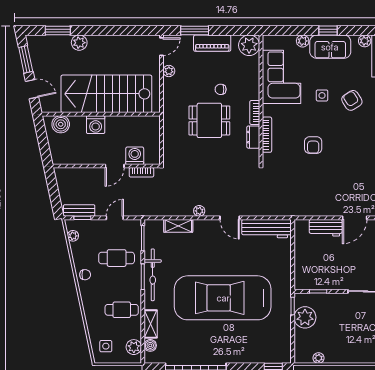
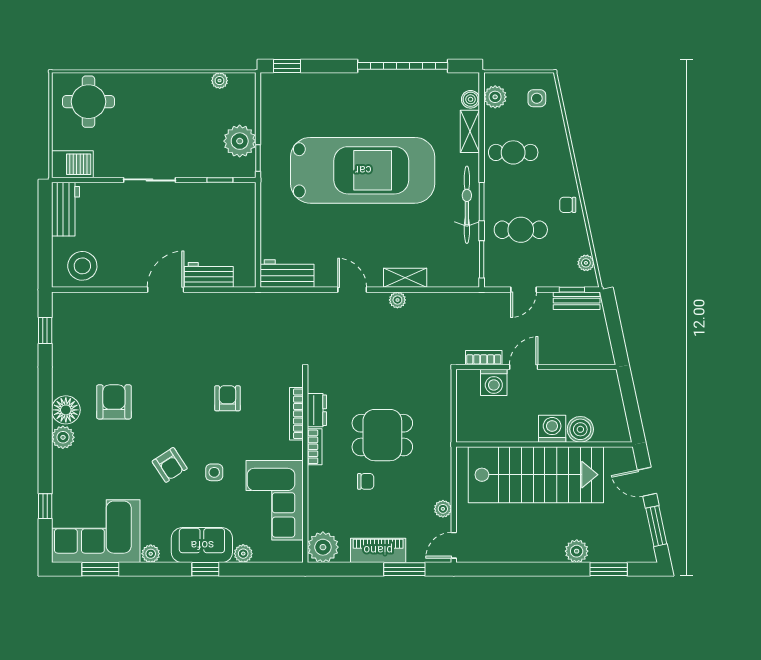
boiler: (61, 124) -> (580, 429), moved
shelving: (178, 226) -> (405, 278), moved
workbench: (267, 229) -> (287, 274), width x0.73

